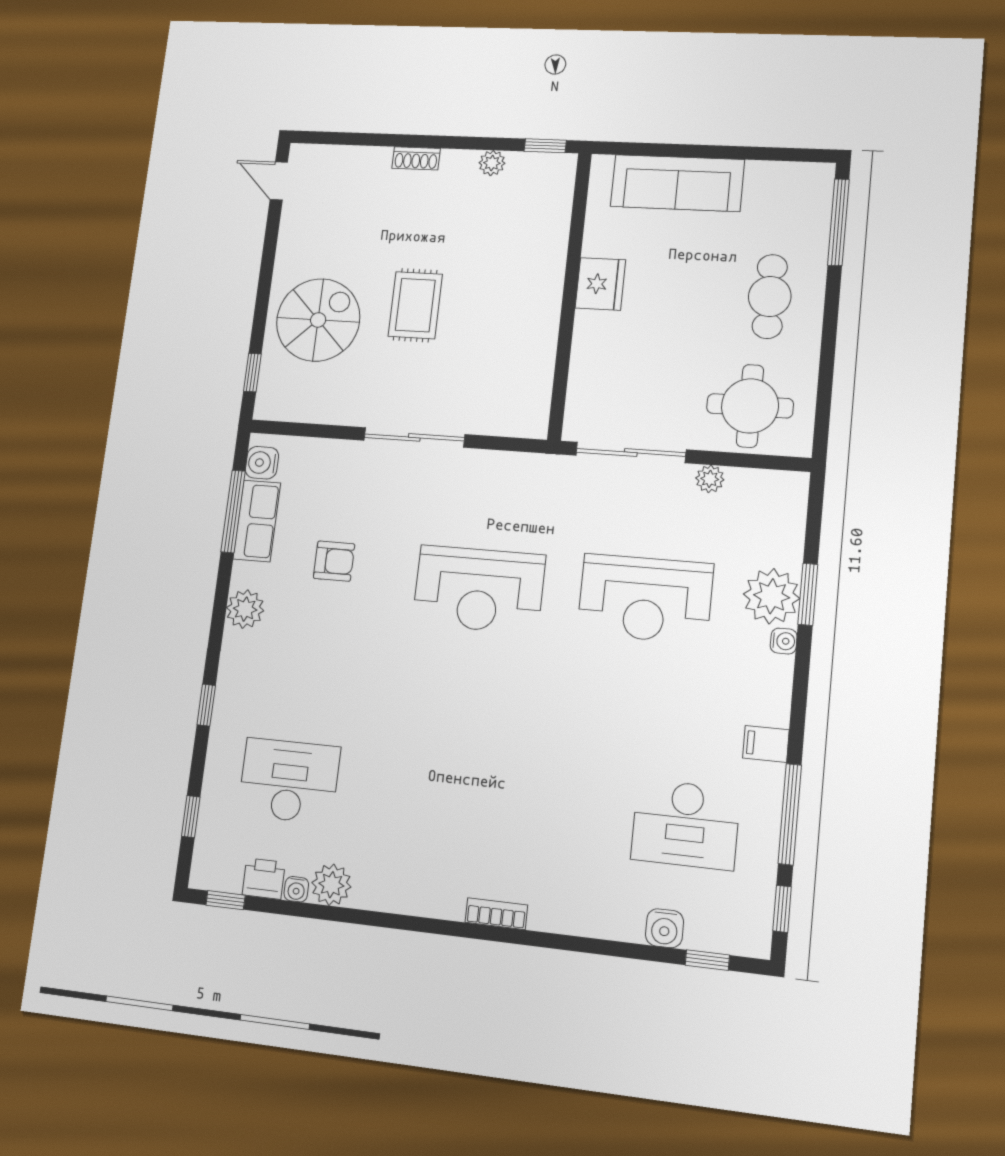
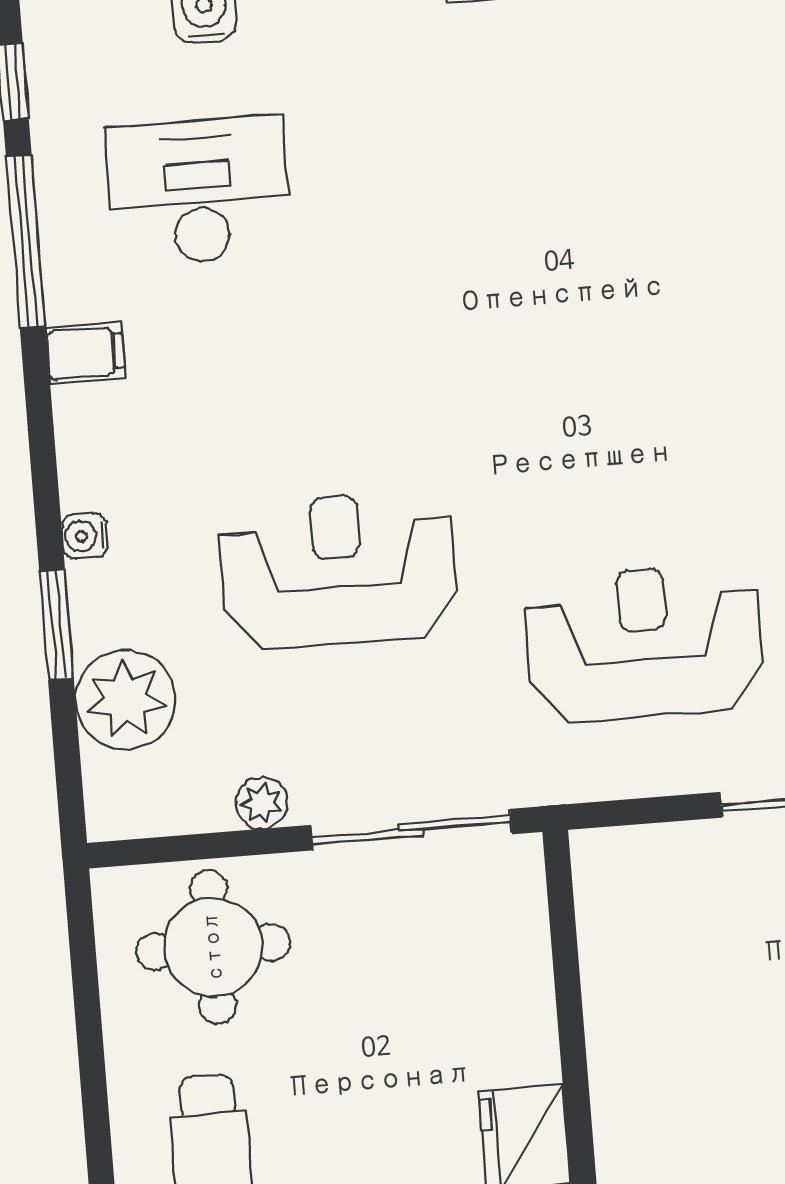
reception desk: (479, 589) -> (644, 643), moved
plant: (771, 596) -> (126, 700), moved

